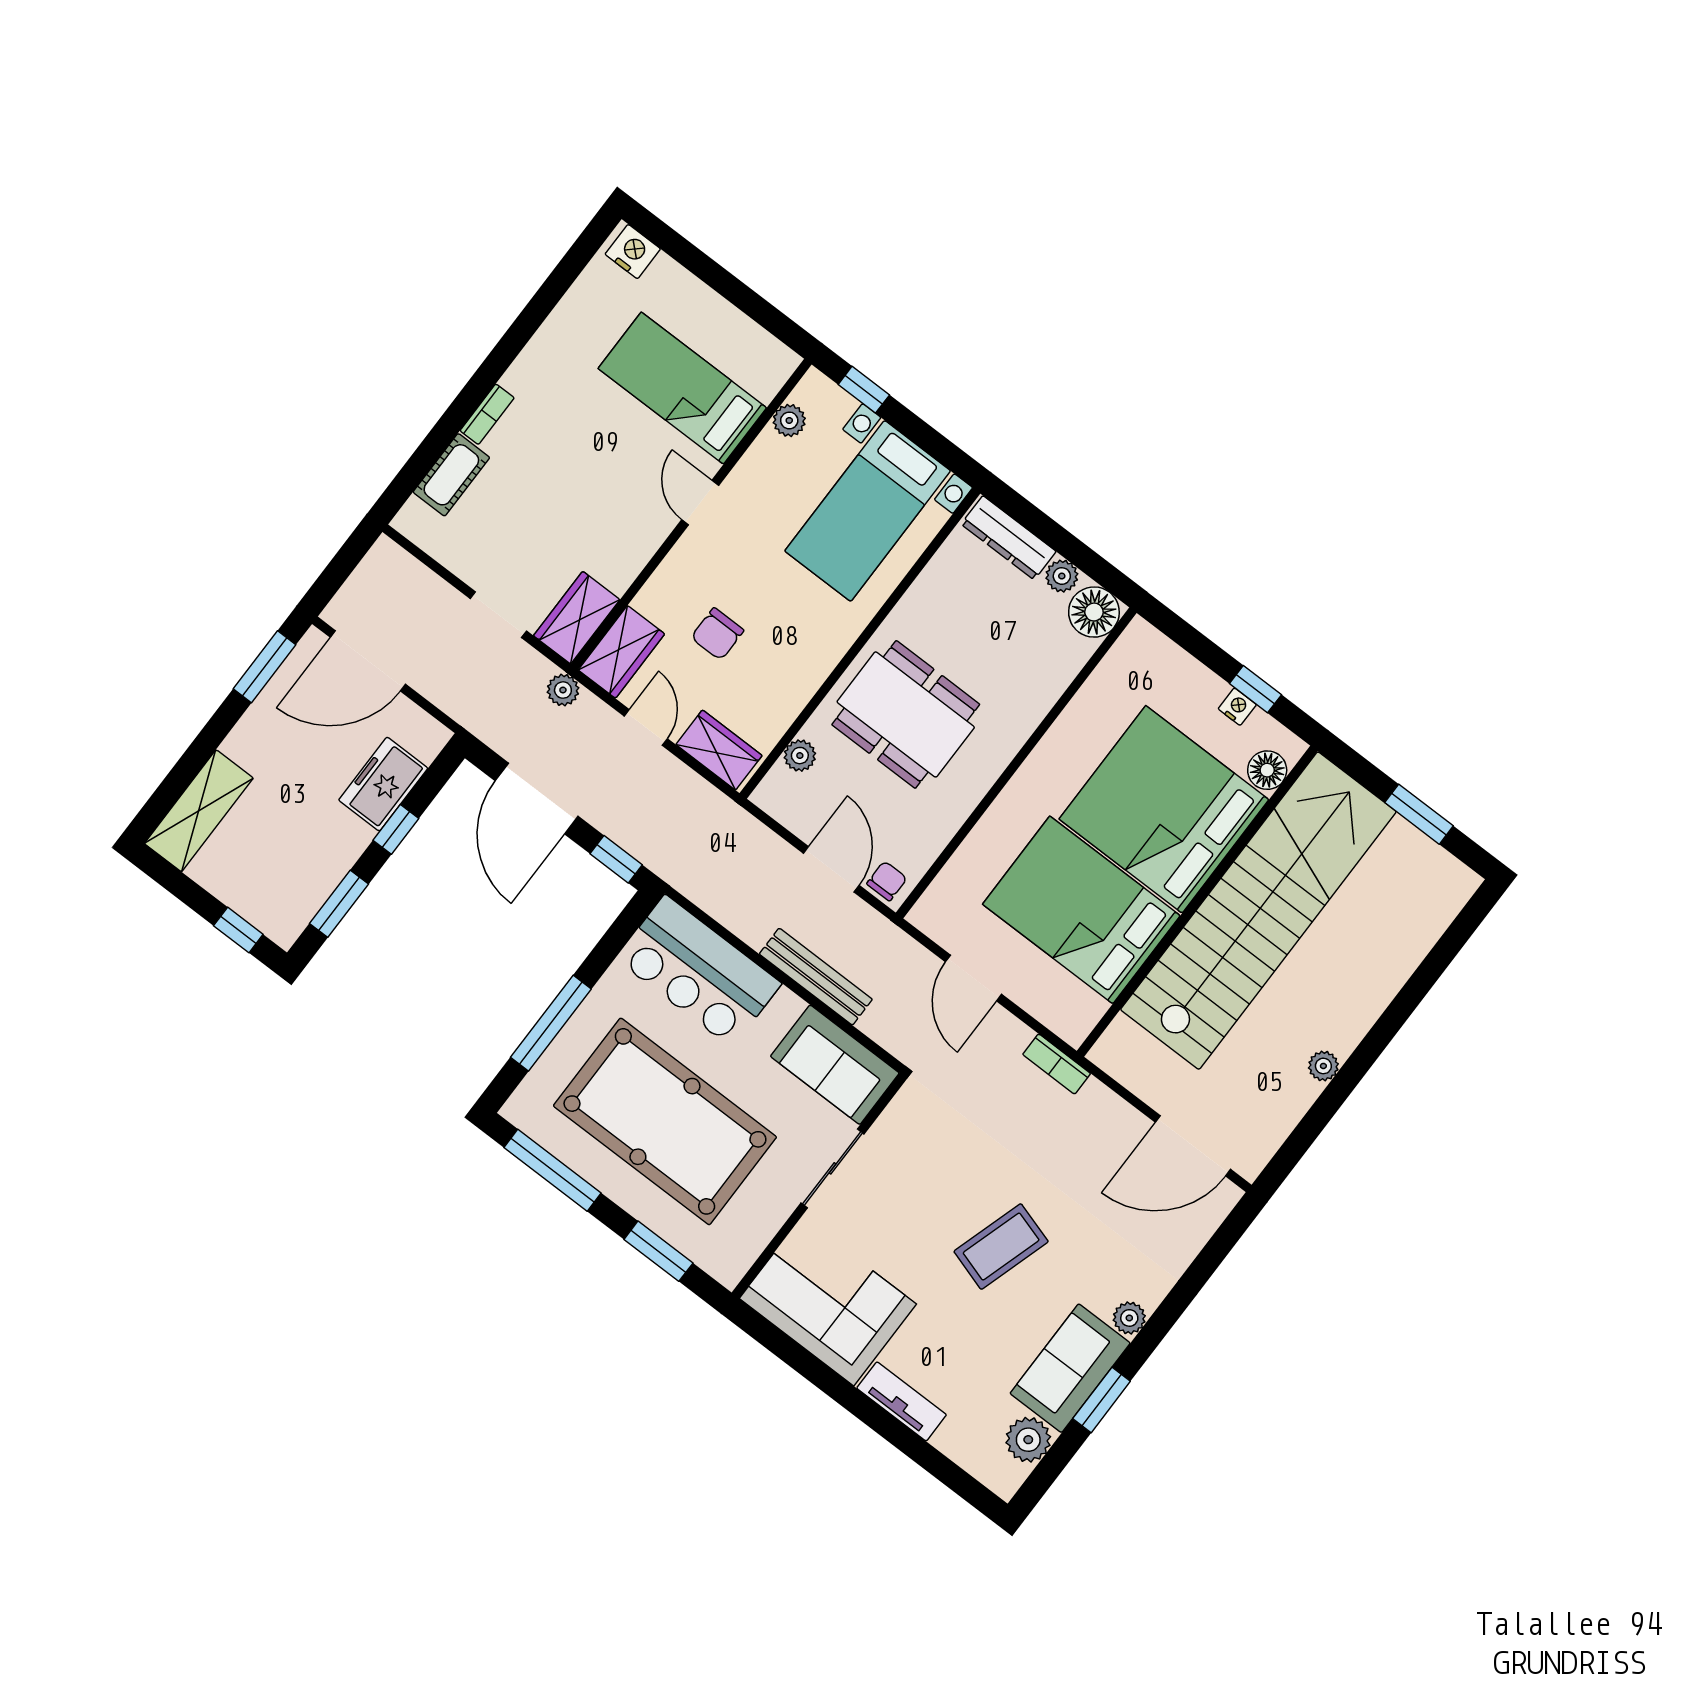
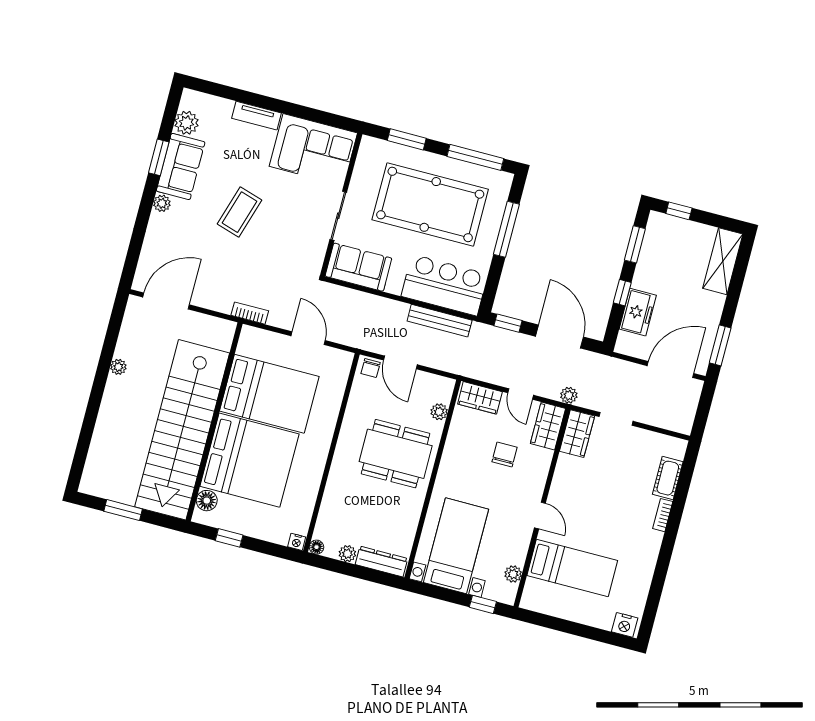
floor lamp: (1094, 612) -> (316, 547), width x0.53, depth x0.53
nightstand: (1237, 707) -> (297, 542), moved
bench: (816, 977) -> (440, 321), moved

